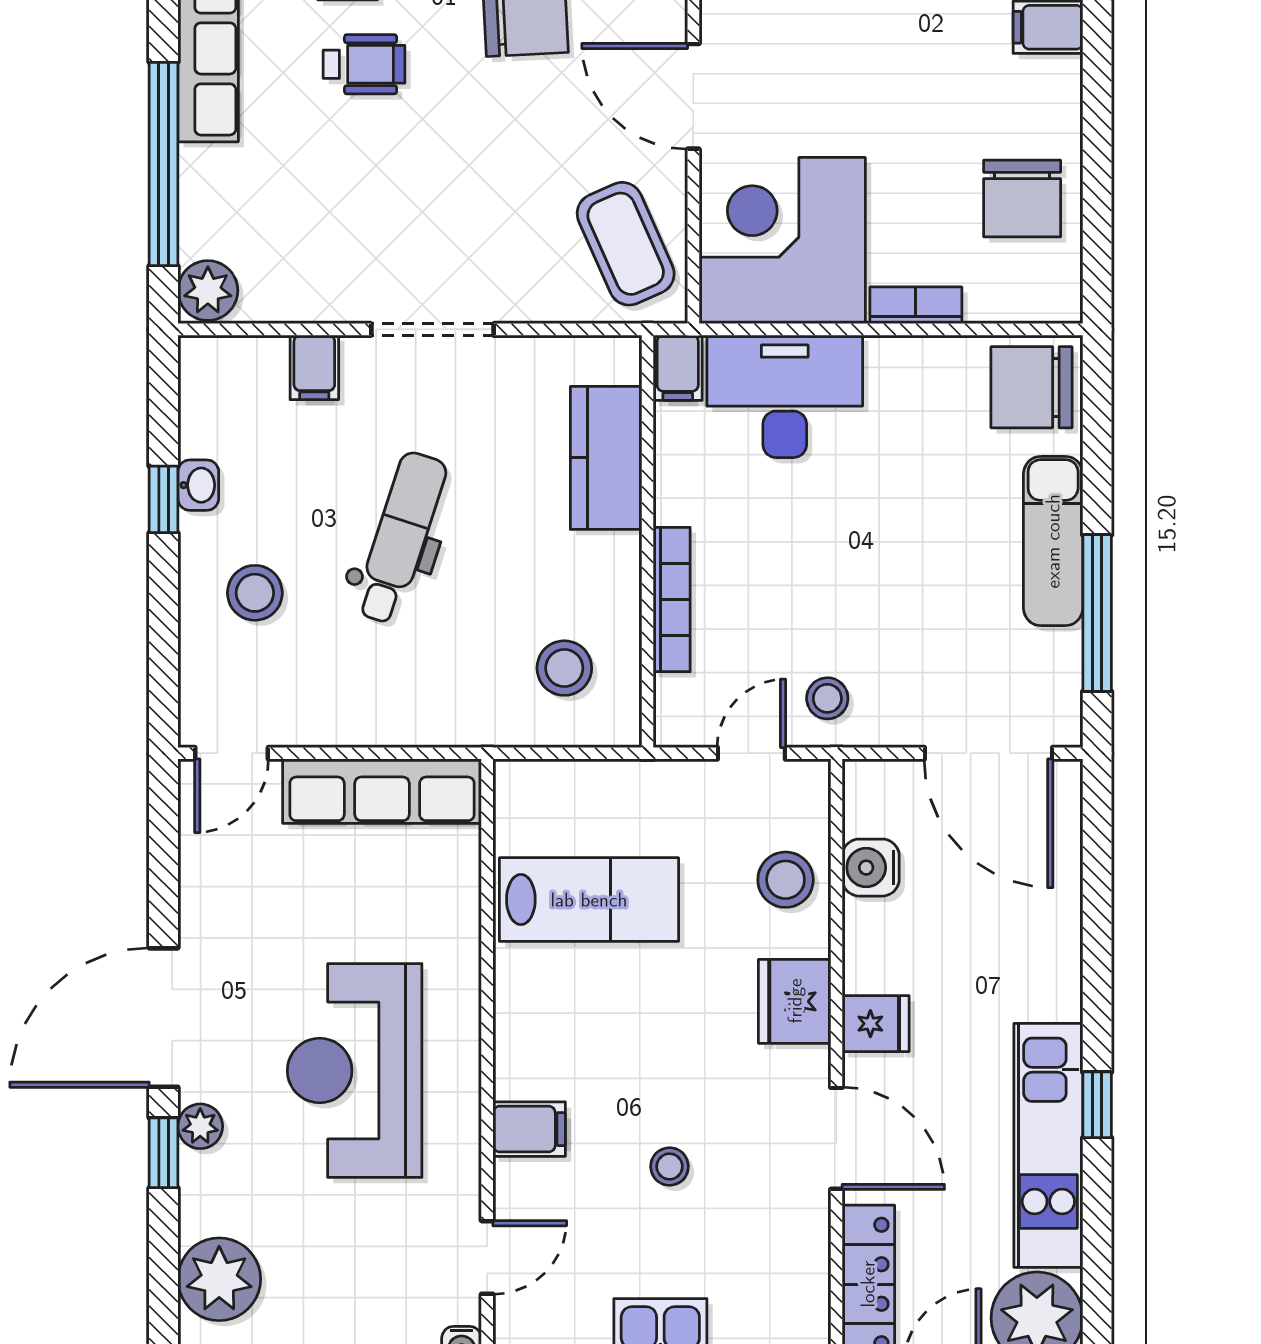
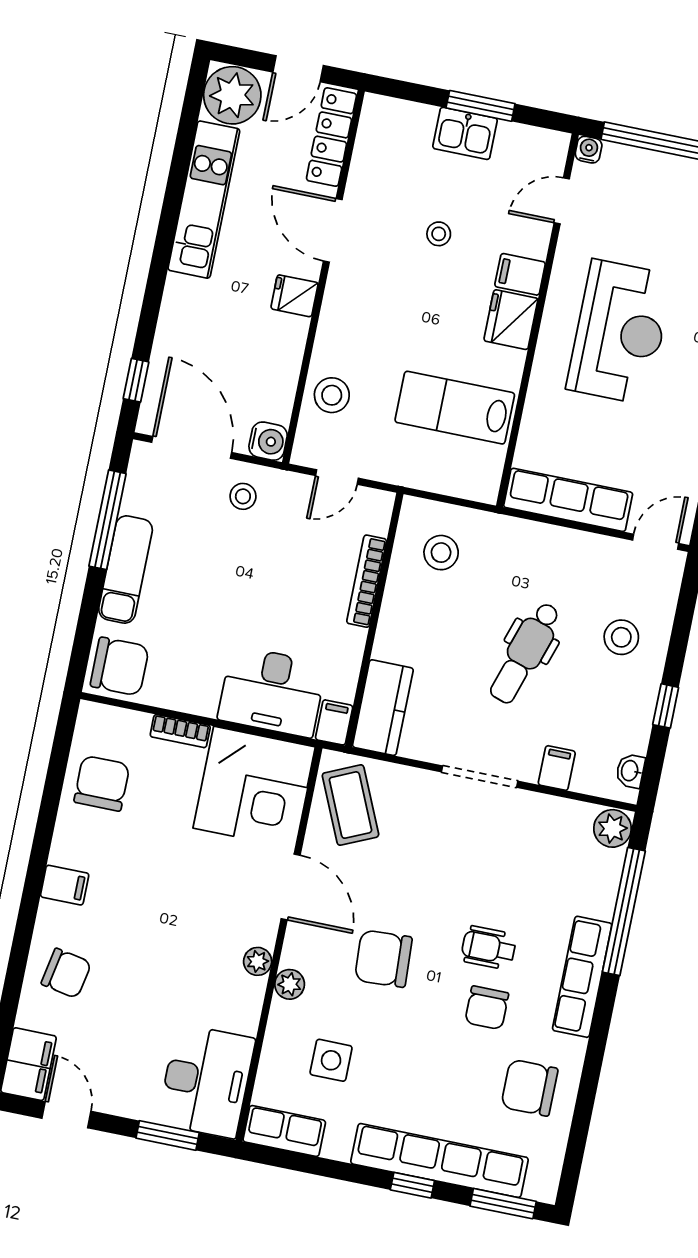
kitchen counter: (606, 458) -> (383, 708), moved
washbasin: (198, 485) -> (630, 771), moved
stool: (827, 698) -> (243, 496), moved
water cooler: (871, 868) -> (268, 441), moved
fridge: (795, 1001) -> (511, 320), moved, turned 180
window: (1097, 1105) -> (136, 380), moved

